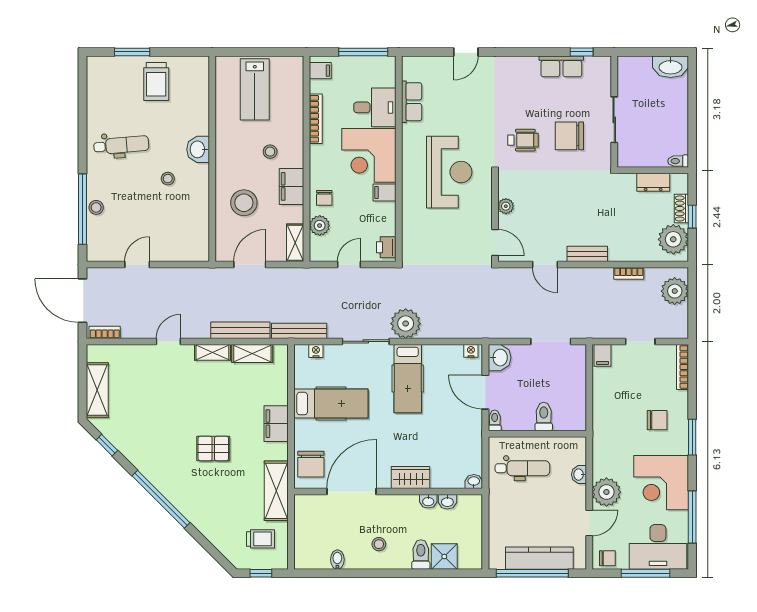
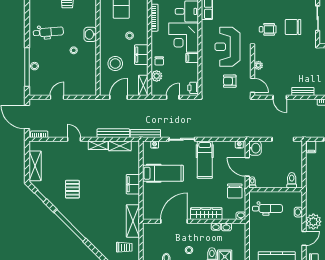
reception desk: (449, 172) -> (227, 47), turned 180
armchair: (453, 235) -> (230, 81), added
plant: (406, 324) -> (204, 130), removed
door: (168, 341) -> (74, 139), hinge flipped
toilet: (544, 416) -> (292, 180), moved
pallet: (213, 449) -> (72, 189), moved, turned 90
chair: (311, 464) -> (235, 191), moved
wardrobe: (411, 477) -> (206, 214), width x1.50

